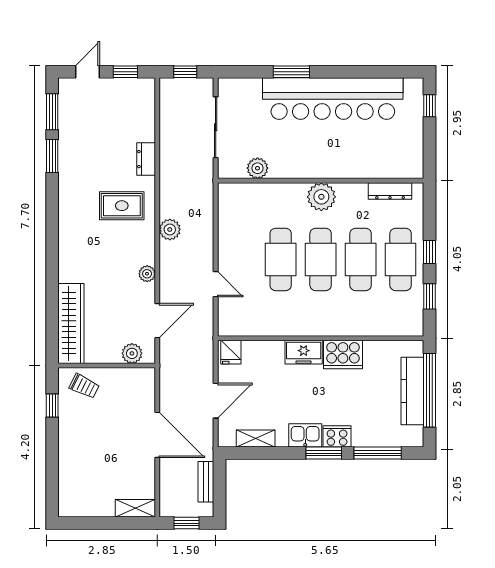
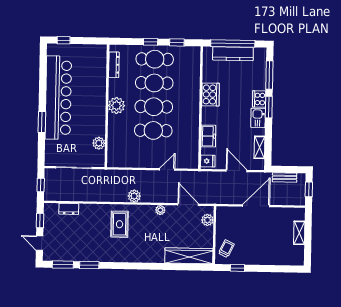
dresser: (146, 159) -> (69, 209), moved
freezer: (304, 352) -> (208, 136), moved
shelving: (135, 508) -> (299, 233), moved

